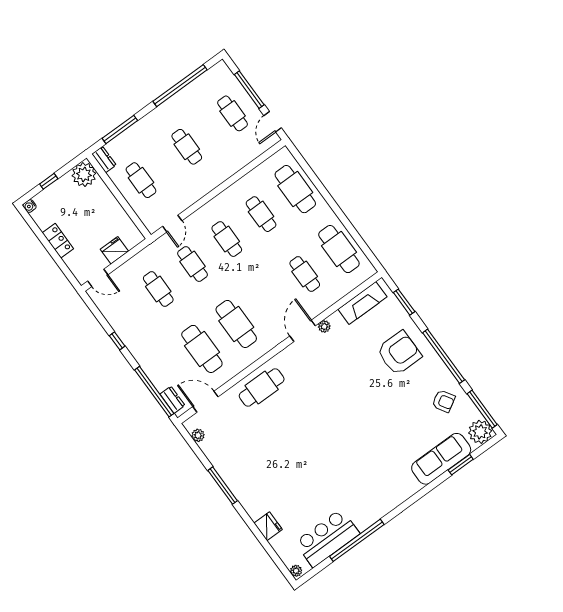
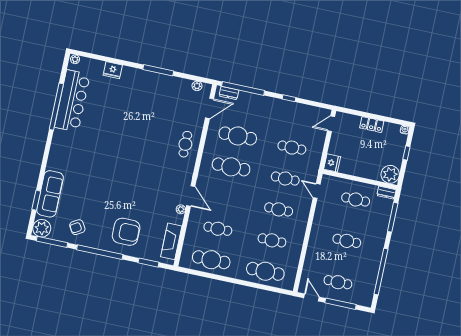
fridge: (114, 250) -> (332, 163), moved
armchair: (399, 353) -> (126, 232), turned -90
cafe table: (262, 387) -> (185, 144), width x0.73, depth x0.74
bar counter: (327, 538) -> (72, 101), width x1.36

